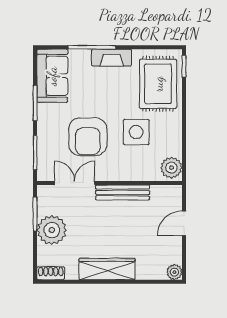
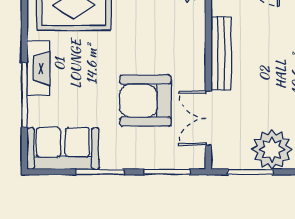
side table: (136, 132) -> (139, 35), removed
armchair: (88, 137) -> (146, 101), turned 180

